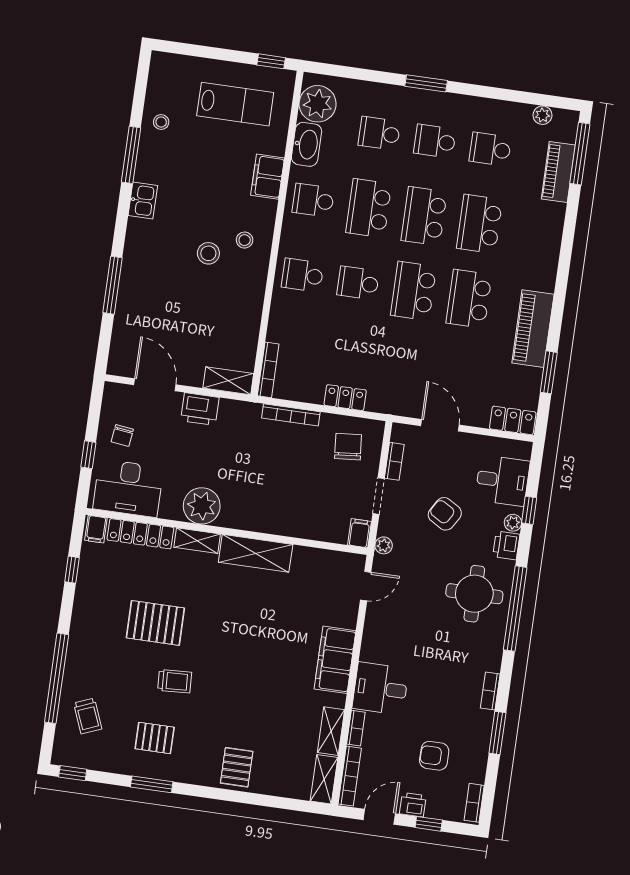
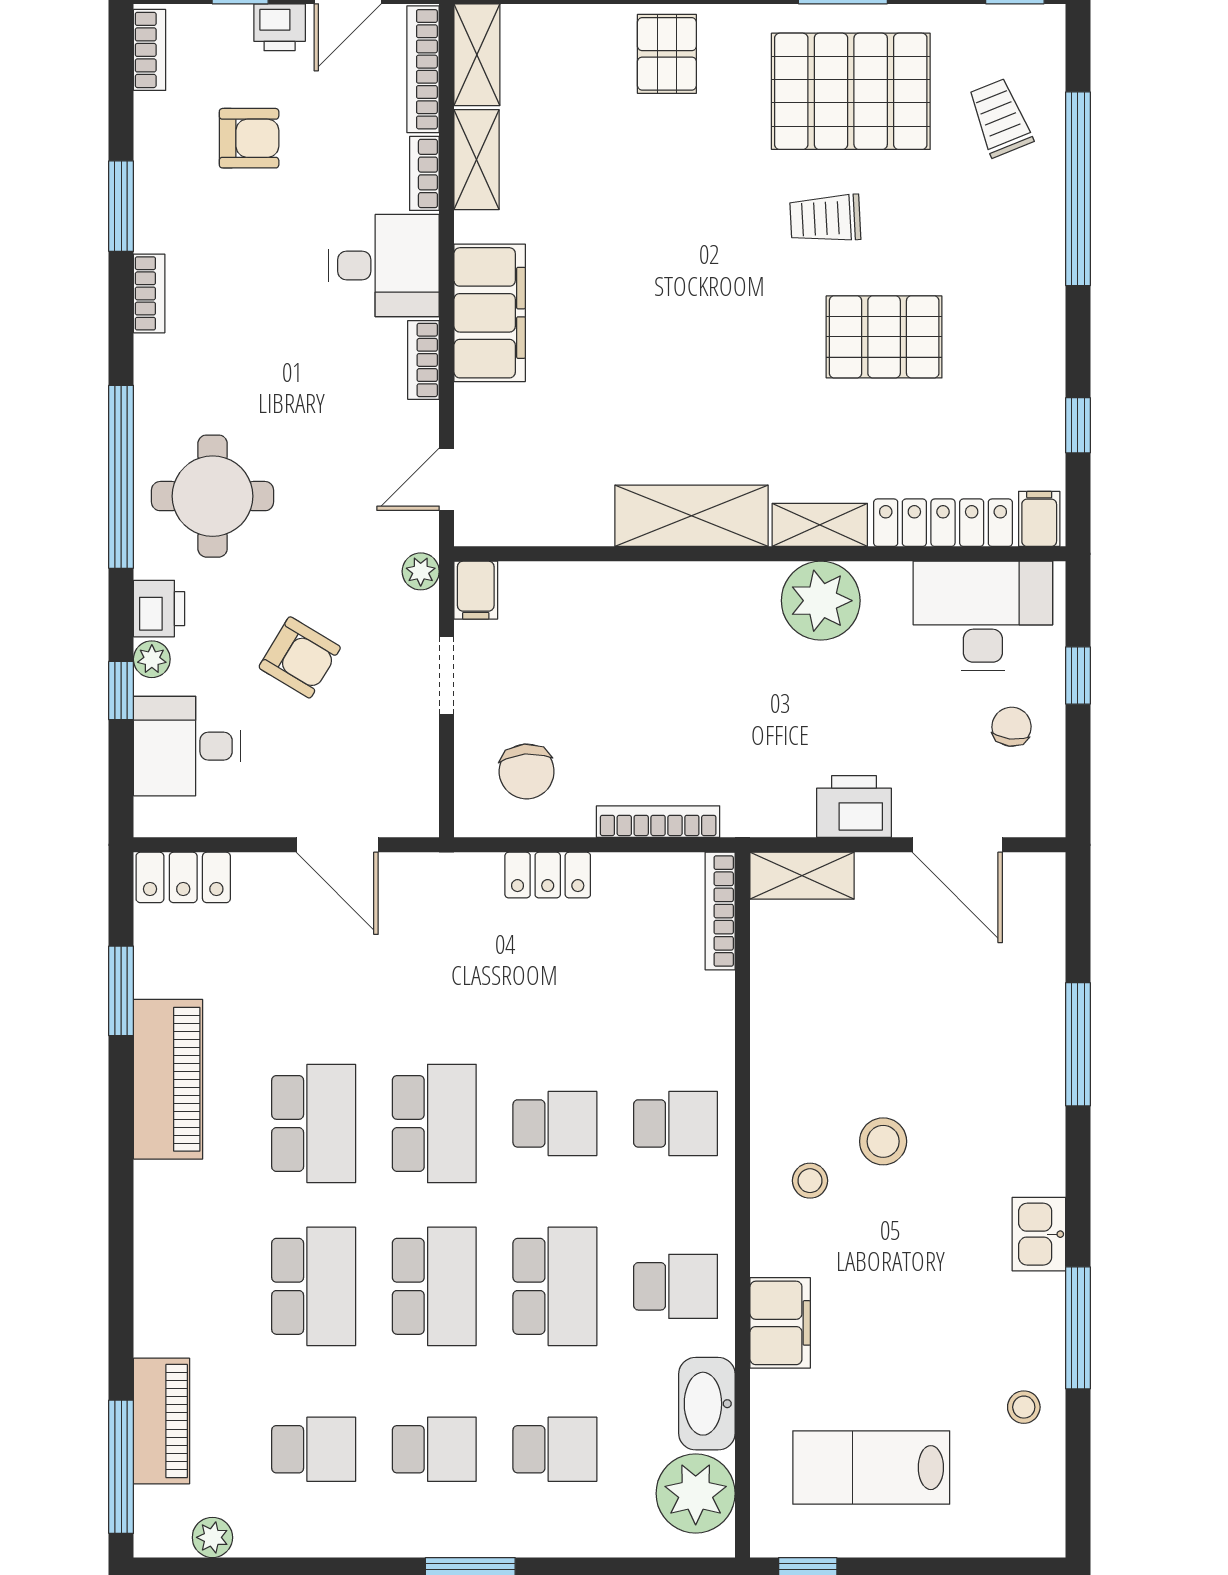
bookcase: (394, 461) -> (423, 360), moved
pallet: (155, 738) -> (851, 91), width x2.05, depth x2.00

